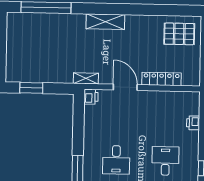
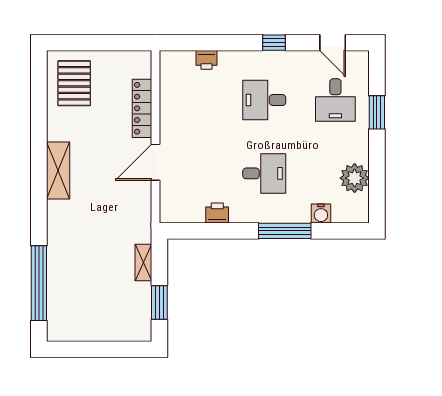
shelving: (105, 22) -> (58, 171), moved
shelving: (86, 78) -> (143, 262), moved
printer: (91, 97) -> (217, 213), moved

